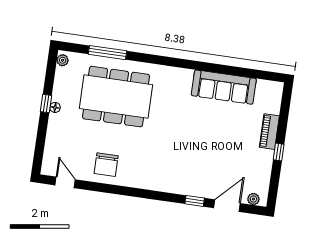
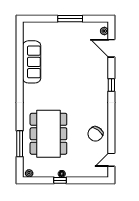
piano: (269, 132) -> (57, 27), removed
window: (279, 152) -> (70, 19), width x2.17
chair: (106, 165) -> (95, 134), turned 126
window: (195, 201) -> (111, 85), moved

